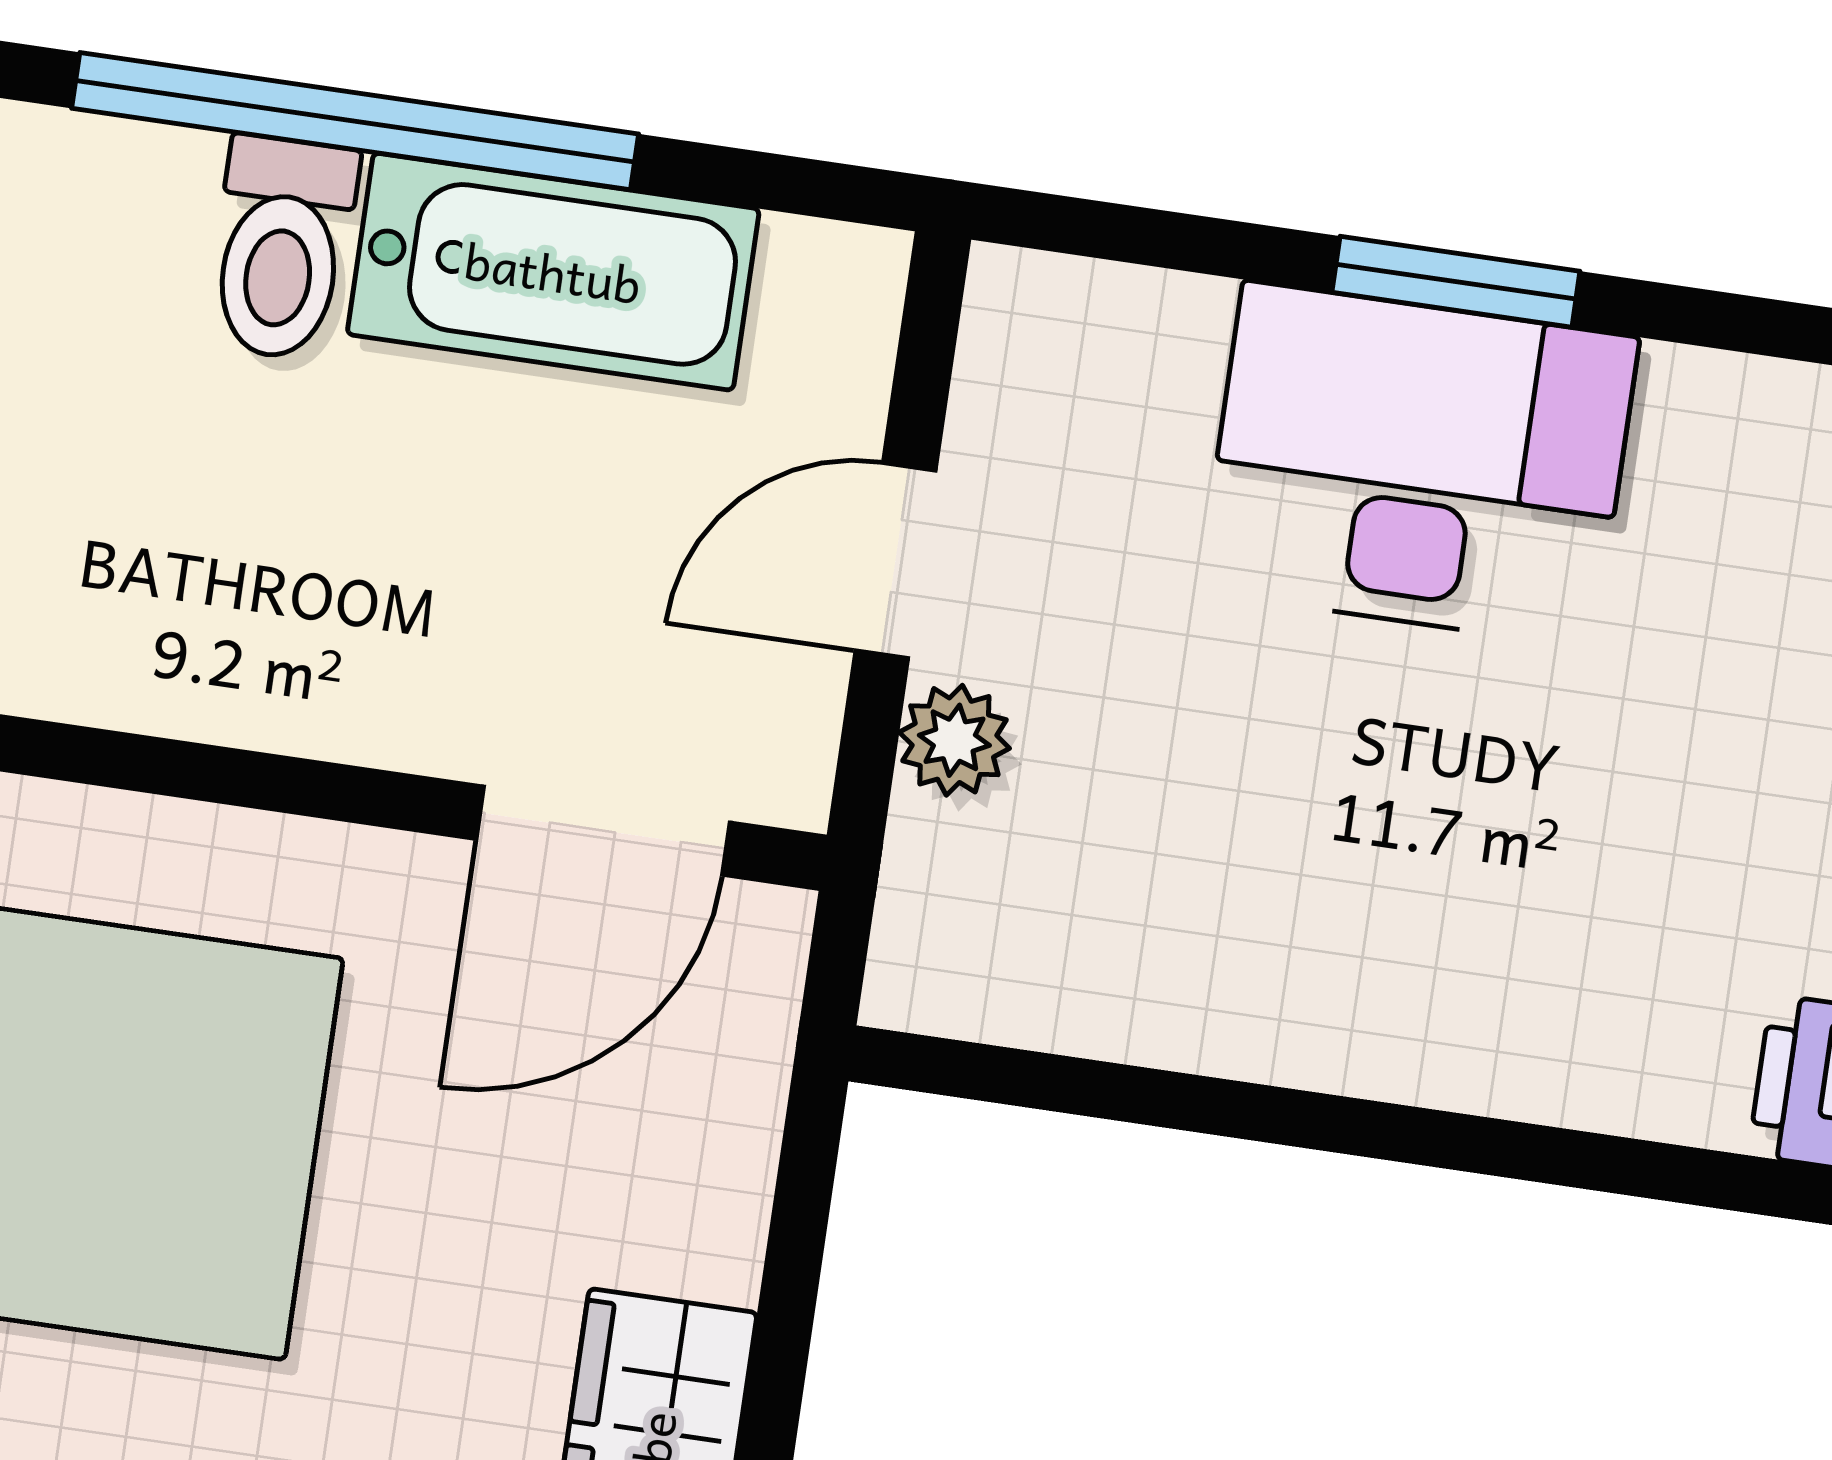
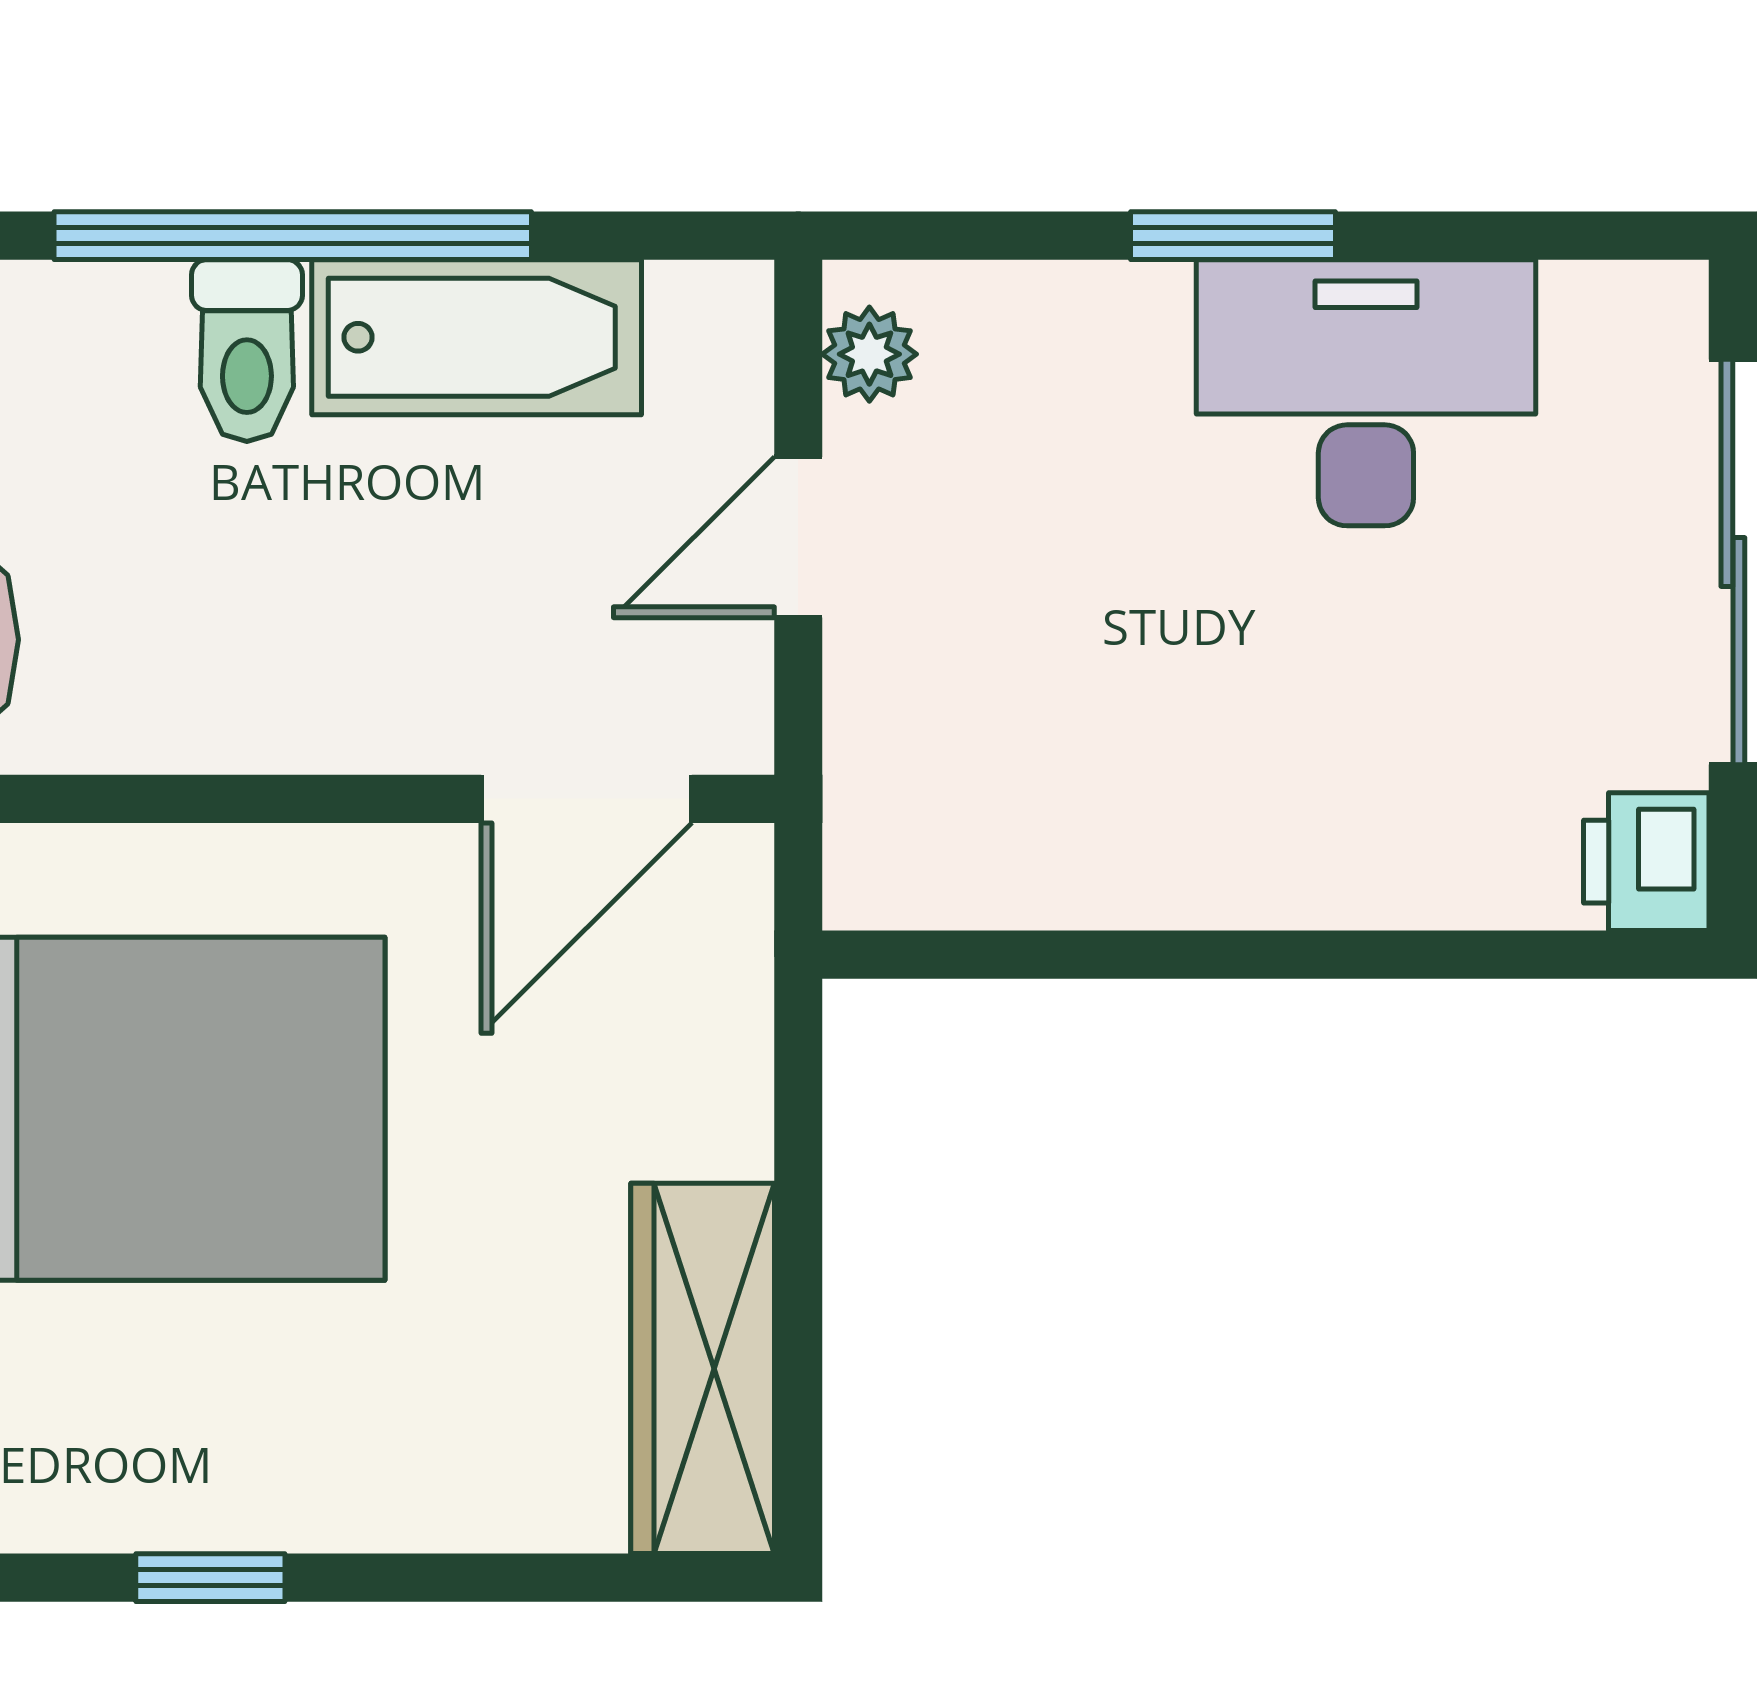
desk: (1419, 464) -> (1366, 393), moved
plant: (954, 740) -> (869, 354), moved

